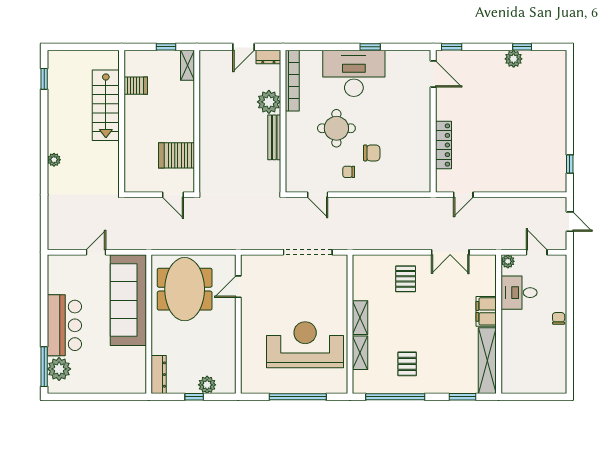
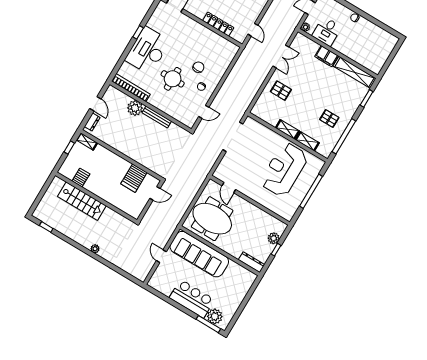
dresser: (268, 57) -> (92, 122), moved

